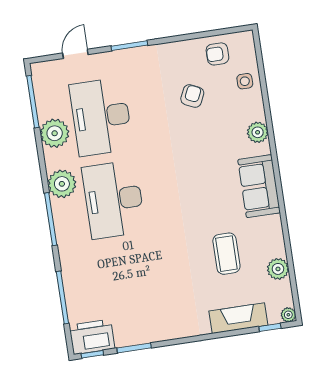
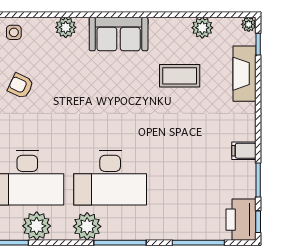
filing cabinet: (161, 329) -> (244, 151), added

